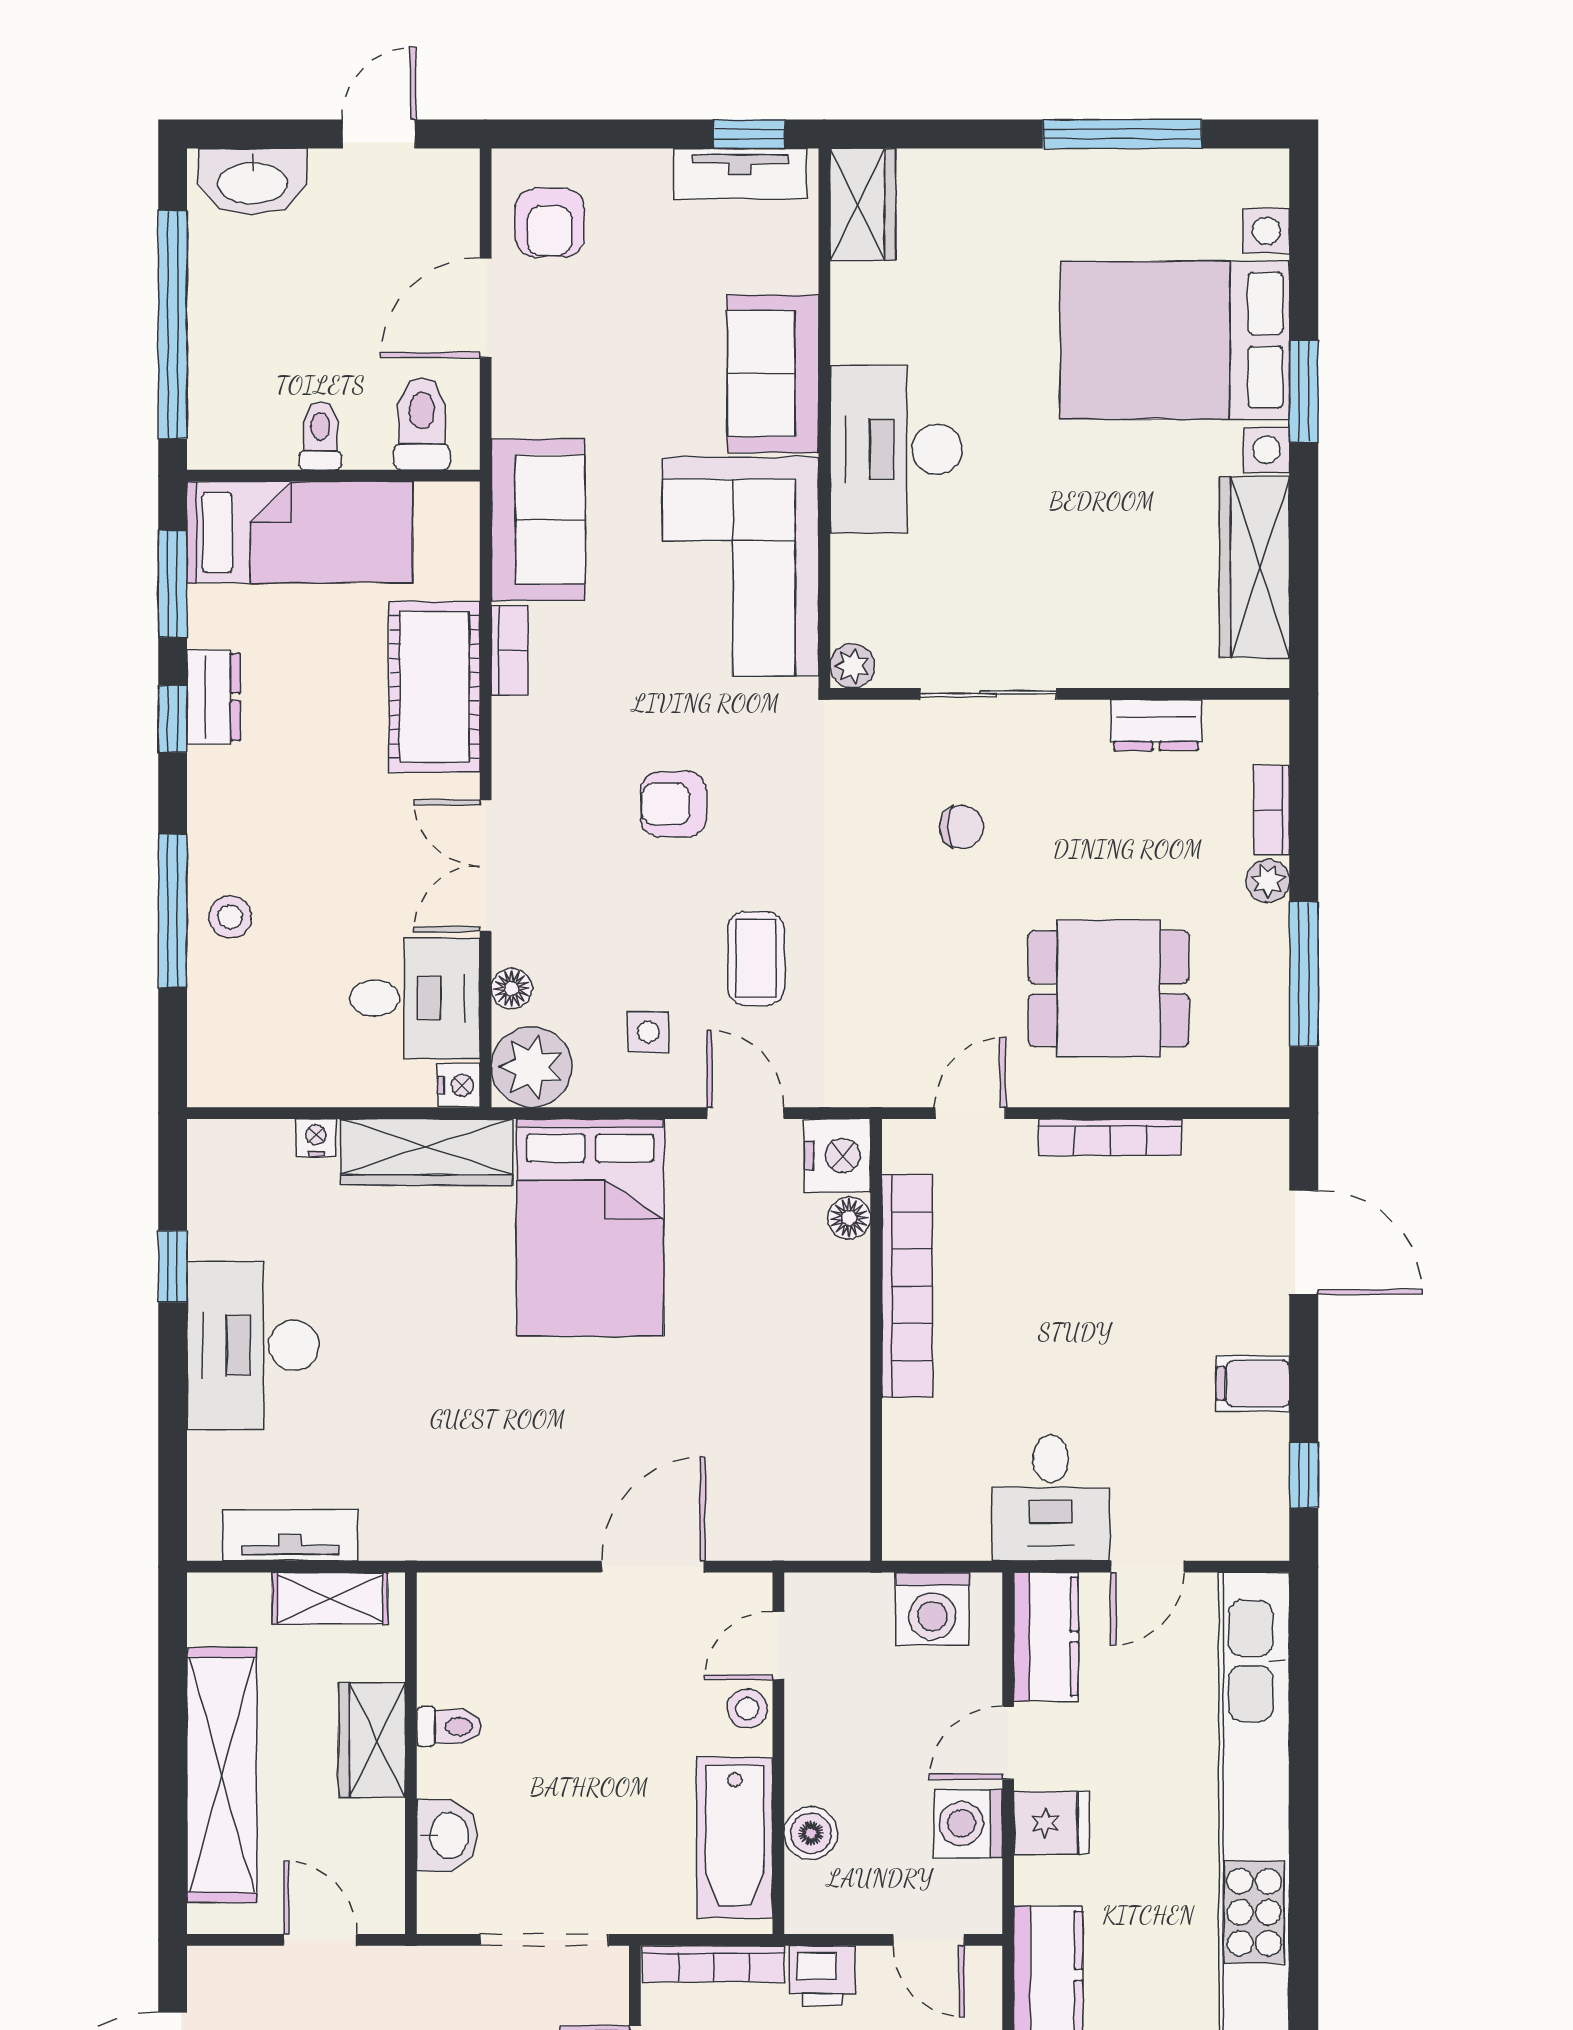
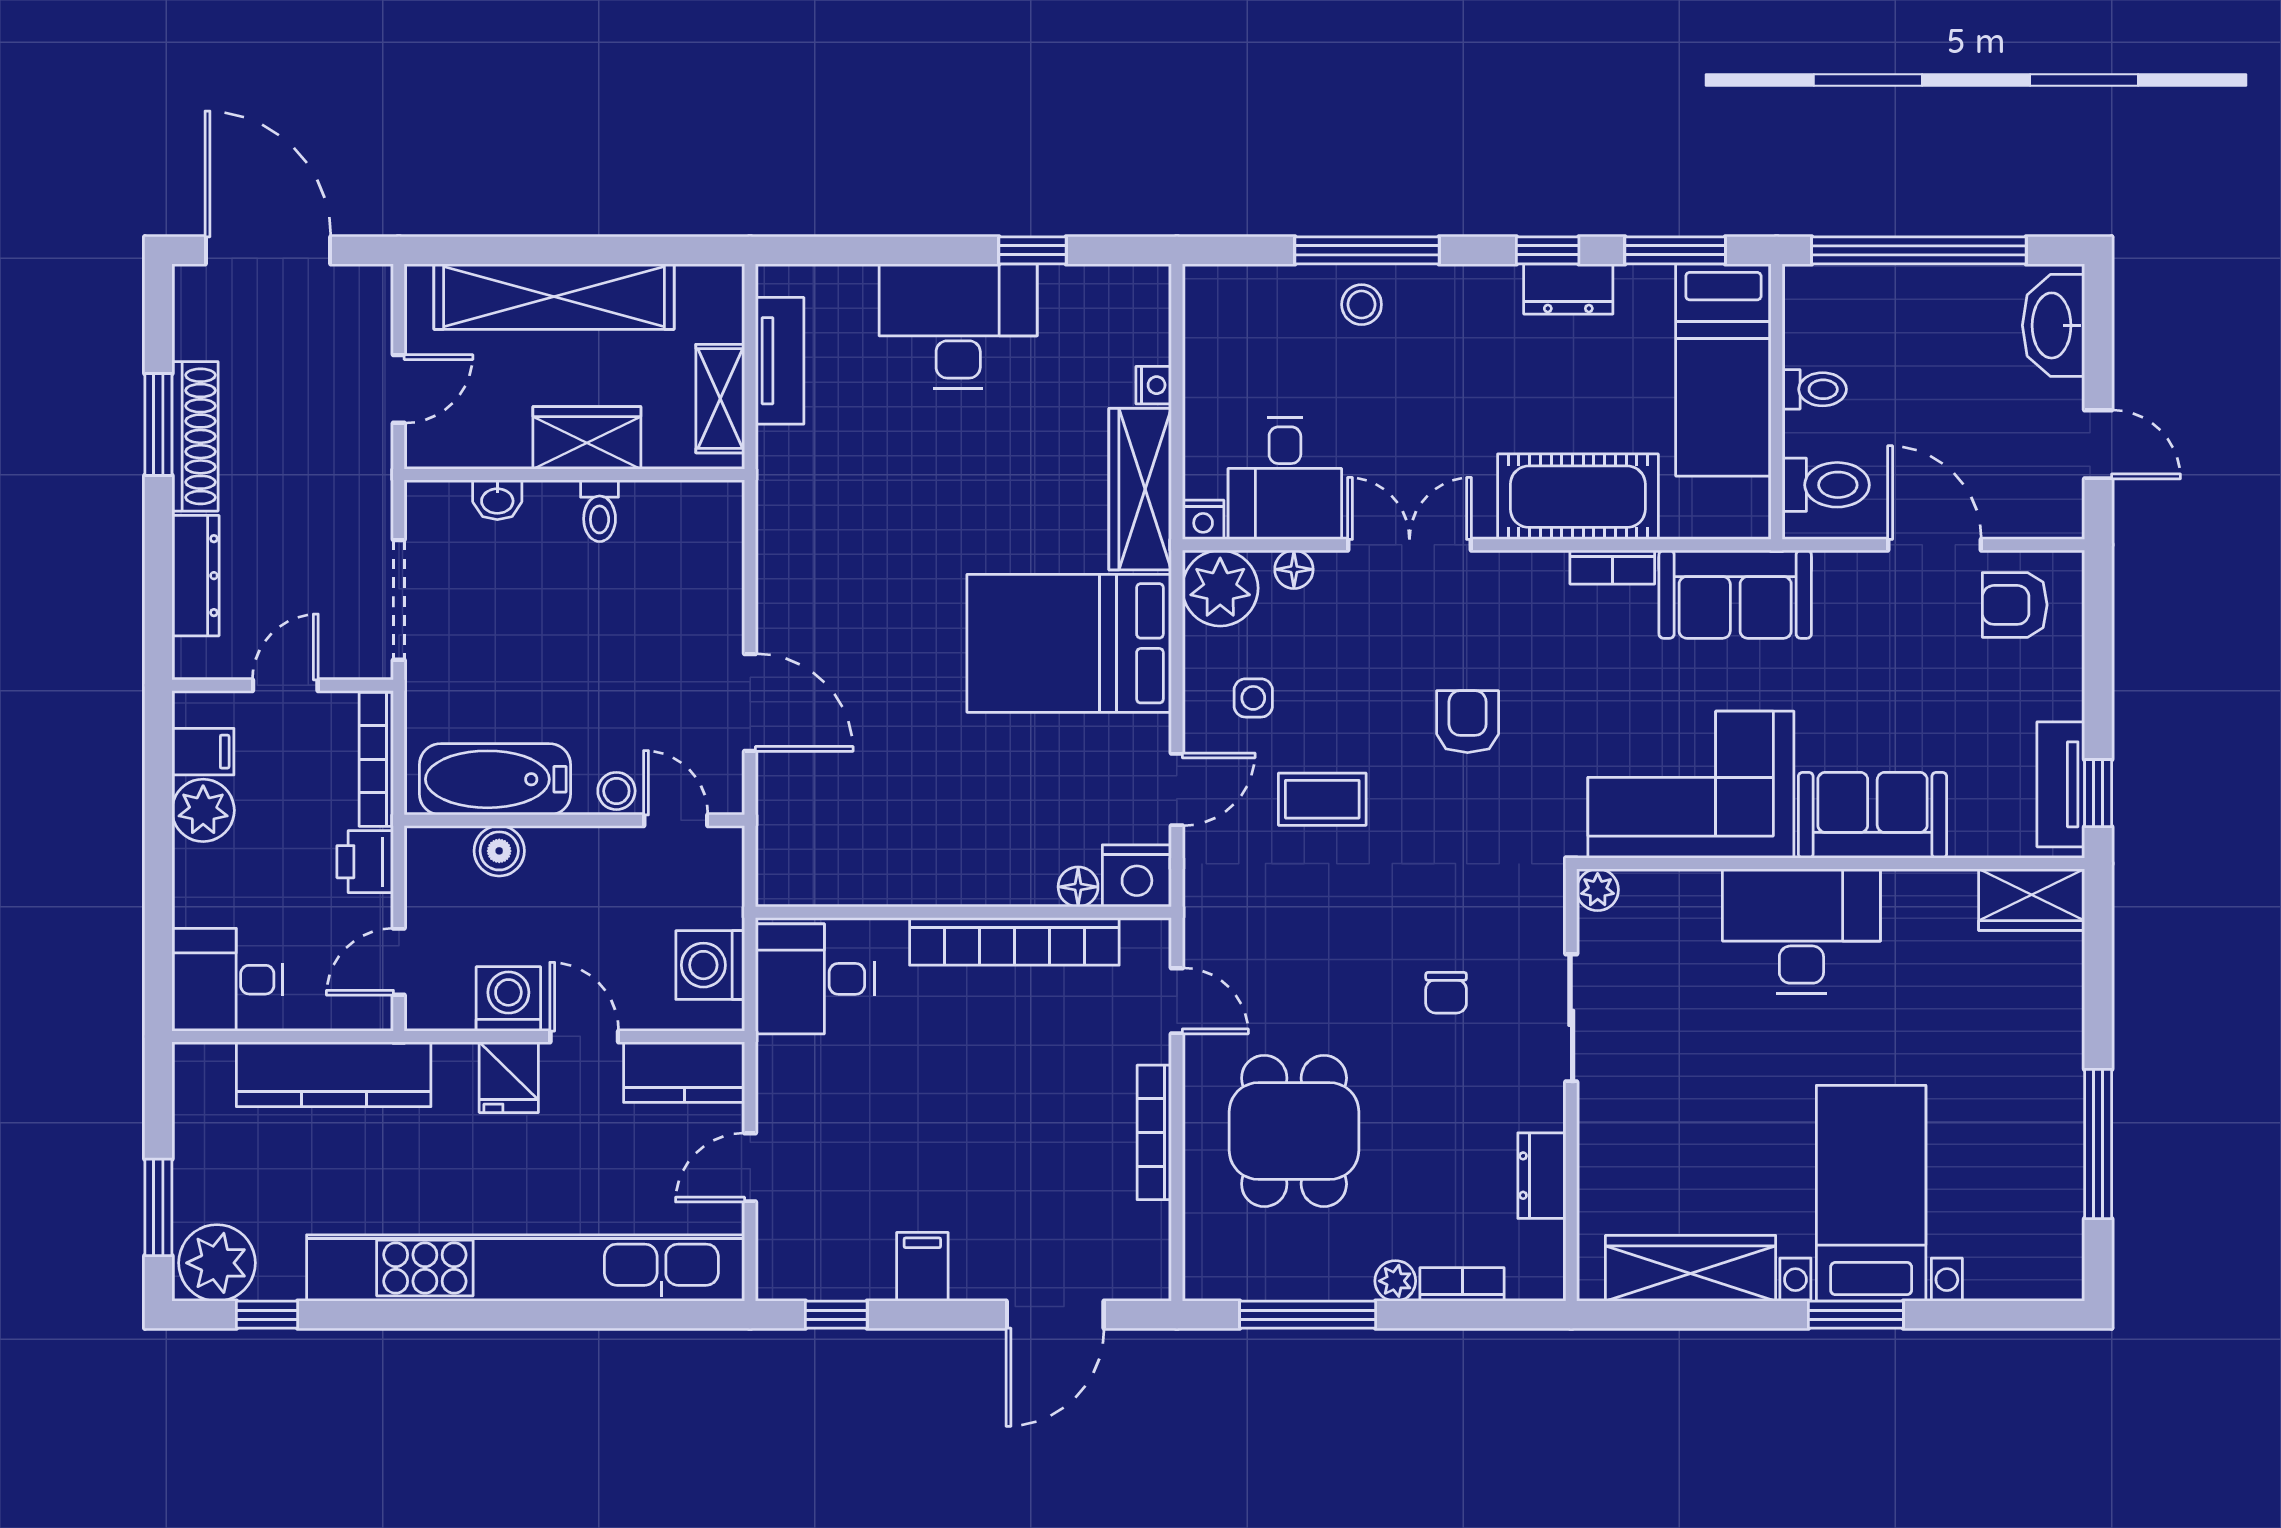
bed with nightstands: (1175, 340) -> (1871, 1193), width x0.73
desk: (1051, 1498) -> (815, 979), moved
door: (1147, 1567) -> (750, 1167), hinge flipped
washbasin: (447, 1835) -> (497, 500), width x0.72, depth x0.69

